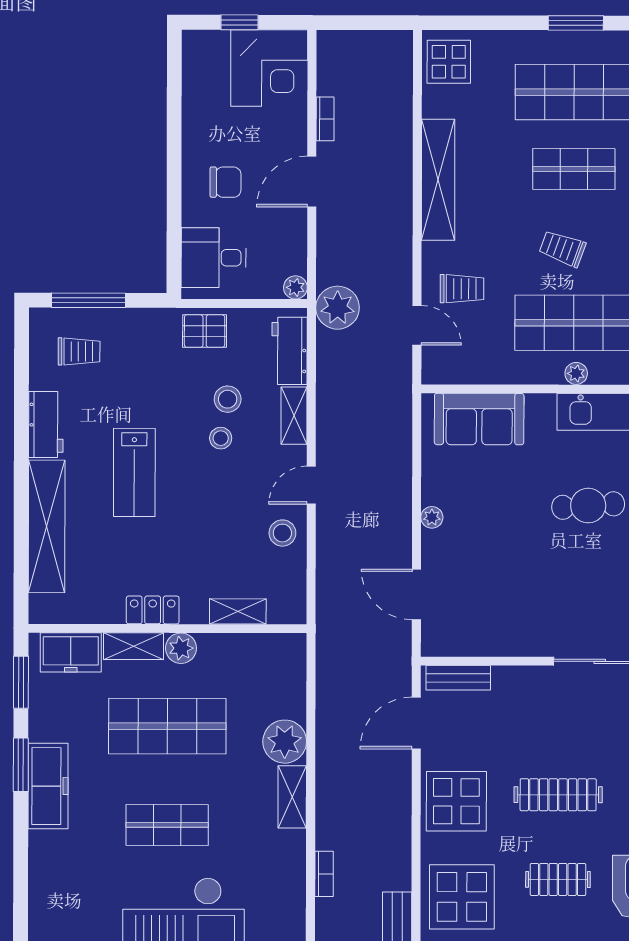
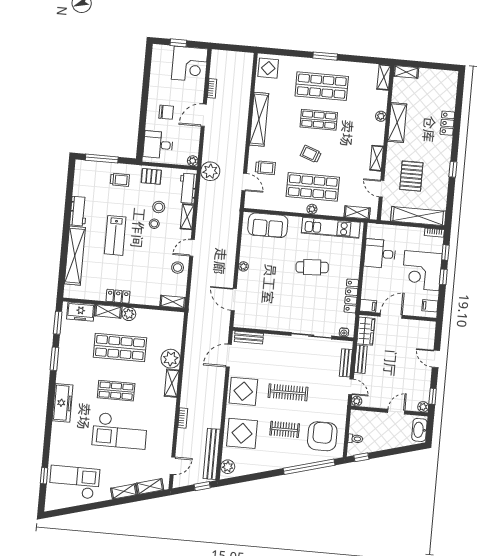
trolley: (79, 351) -> (120, 180), moved
shelving: (238, 611) -> (173, 302), moved
freezer: (48, 786) -> (63, 403), moved

